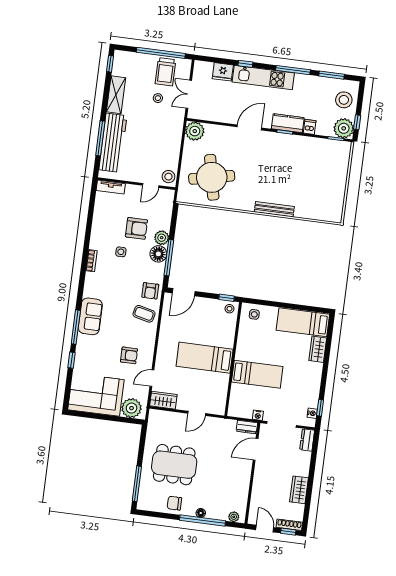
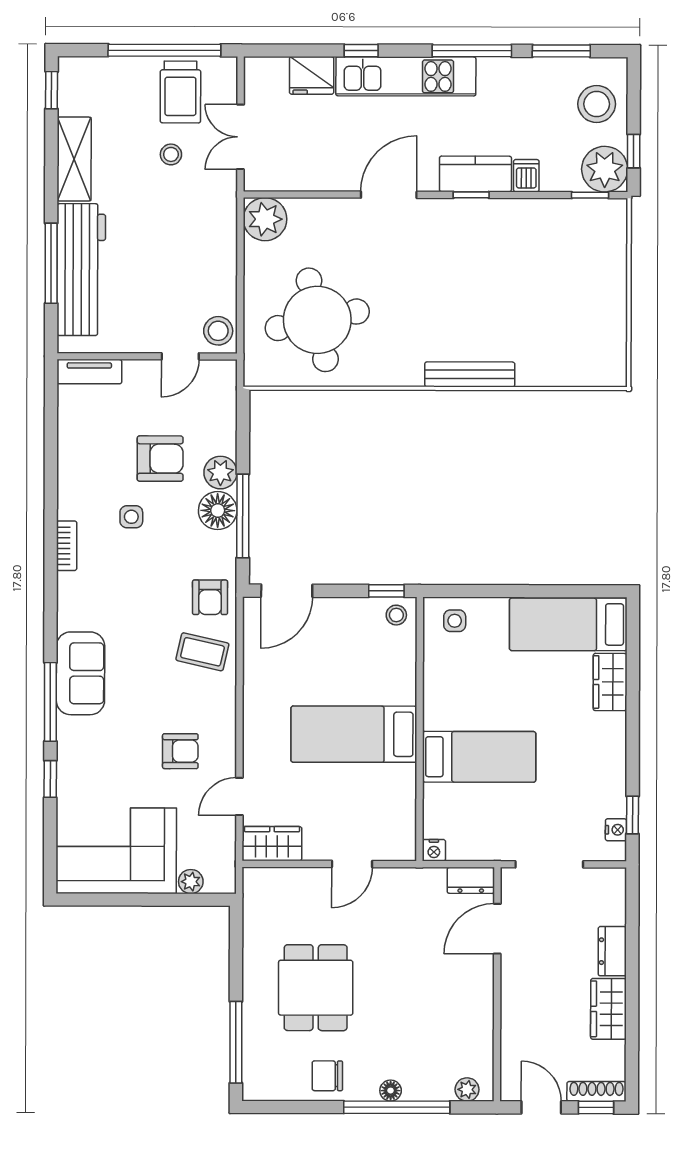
plant: (131, 408) -> (191, 882), width x0.53, depth x0.53
nightstand: (258, 415) -> (434, 850), moved
dresser: (307, 440) -> (612, 951), moved
dining table: (174, 465) -> (316, 988), width x0.73

